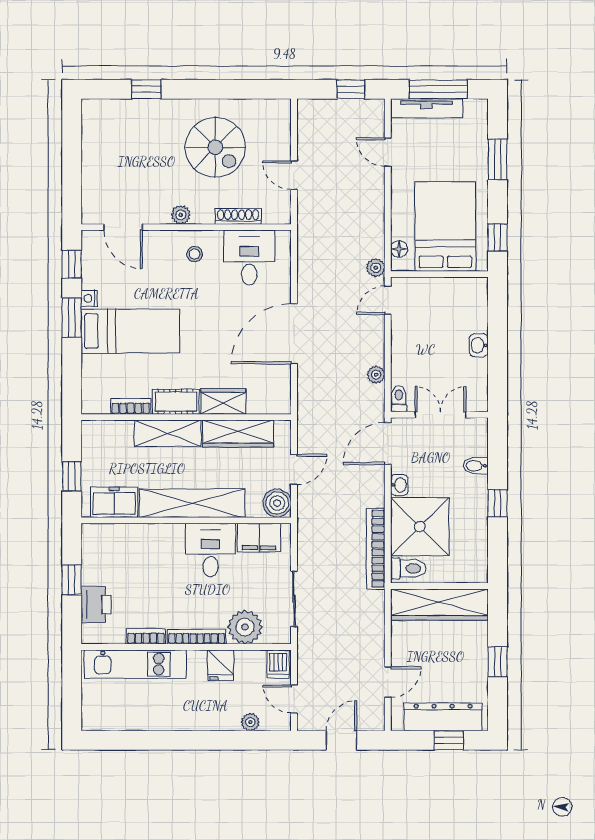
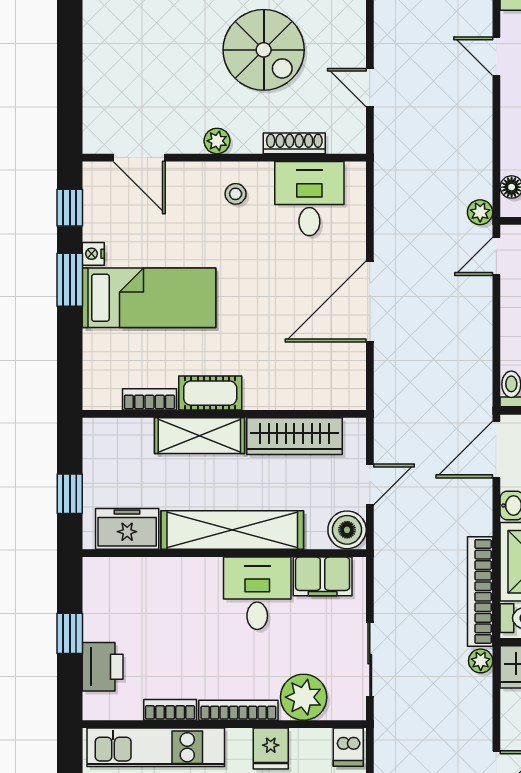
plant: (376, 375) -> (481, 661), moved
wardrobe: (223, 401) -> (274, 393), removed

